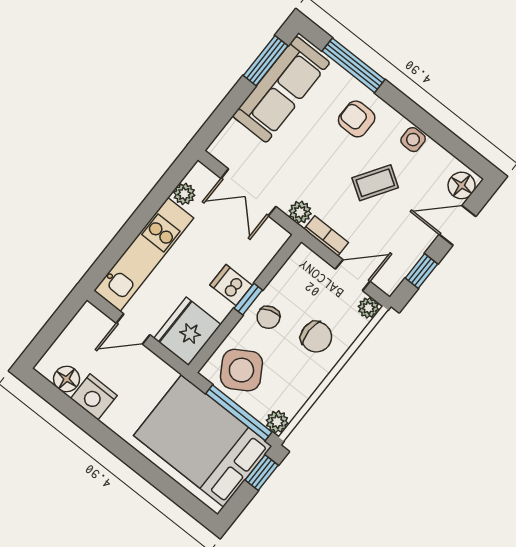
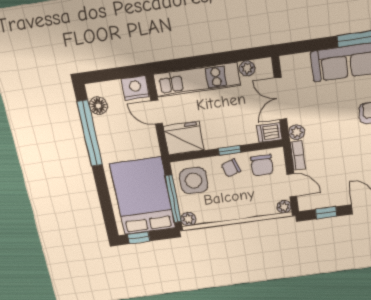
coffee table: (375, 183) -> (347, 152), removed
dishwasher: (231, 285) -> (269, 133), moved, turned -90
chair: (316, 337) -> (262, 165), moved
side table: (241, 370) -> (194, 181), turned 31
nightstand: (94, 397) -> (135, 88), moved, turned 90
window: (84, 419) -> (90, 133), added
window: (262, 473) -> (139, 238), moved

